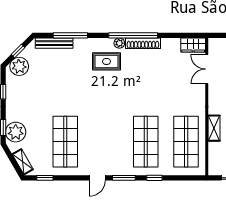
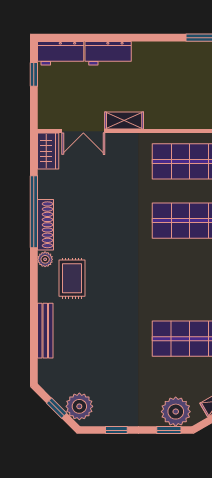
window: (70, 35) -> (34, 331), removed
window: (133, 35) -> (34, 212), moved
bench: (54, 43) -> (45, 331), moved
shelving: (214, 128) -> (124, 121), moved

